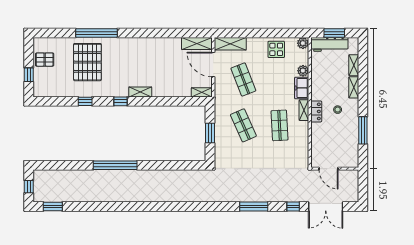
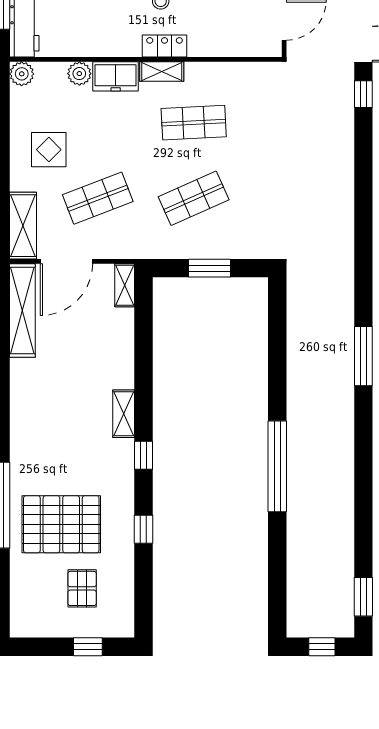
shelving: (197, 43) -> (22, 310), width x1.47
display table: (276, 49) -> (49, 150), moved
pallet: (45, 60) -> (82, 588), moved
window: (254, 207) -> (363, 356), moved

